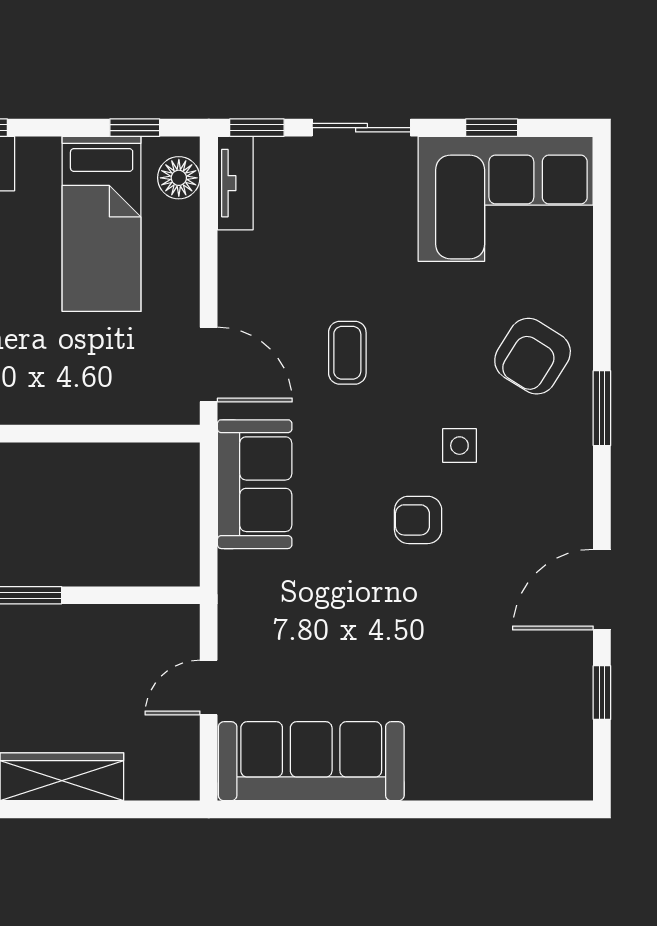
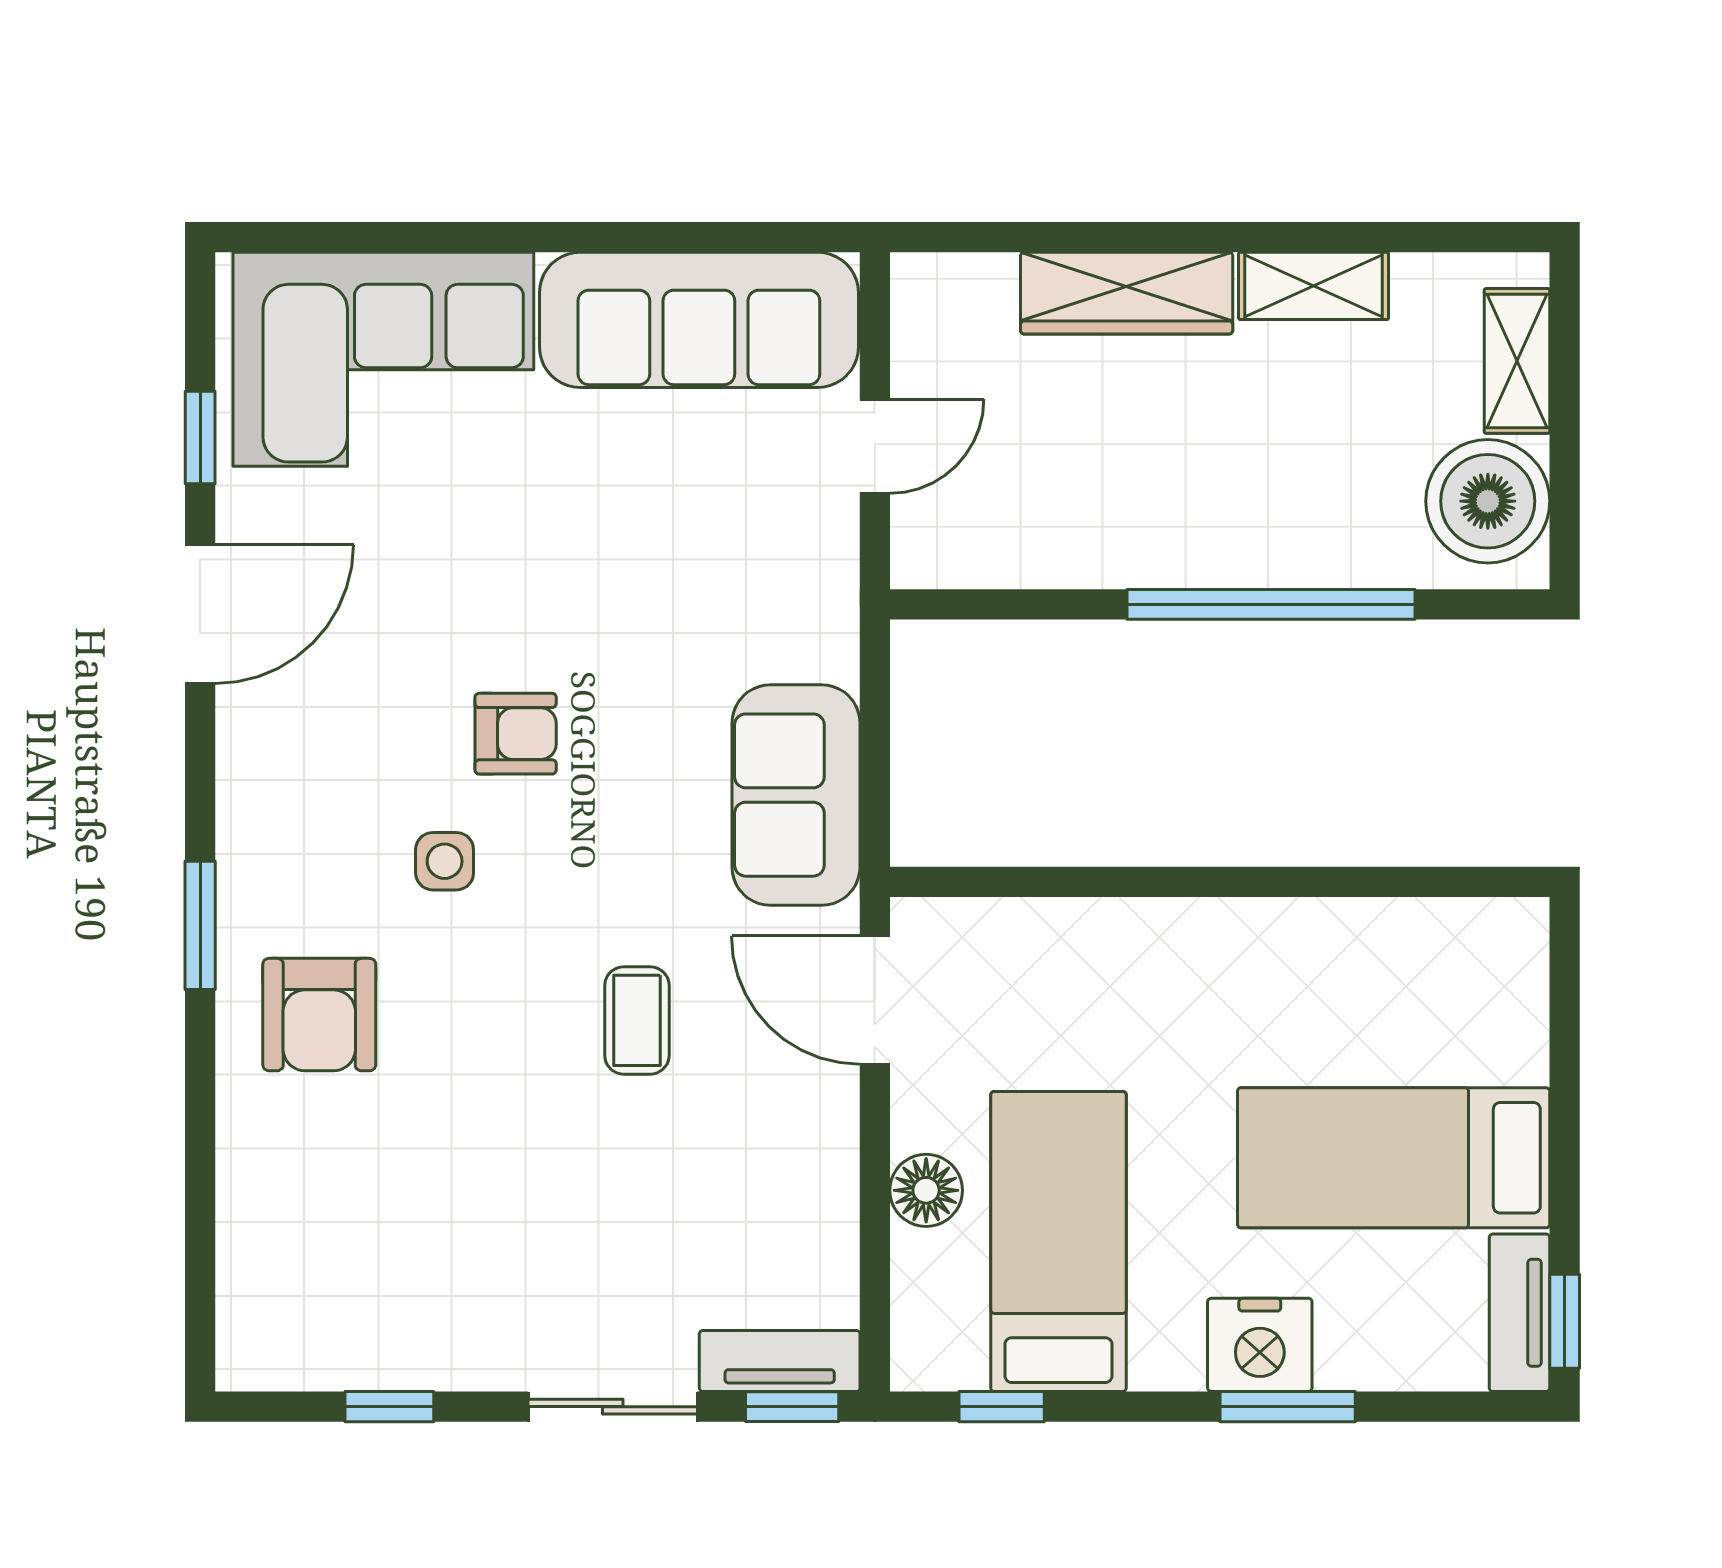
floor lamp: (179, 178) -> (926, 1190), moved
tv unit: (235, 183) -> (780, 1361), moved, turned 90
corner sofa: (506, 199) -> (383, 359), moved, turned 180
armchair: (533, 356) -> (319, 1015), turned 148

